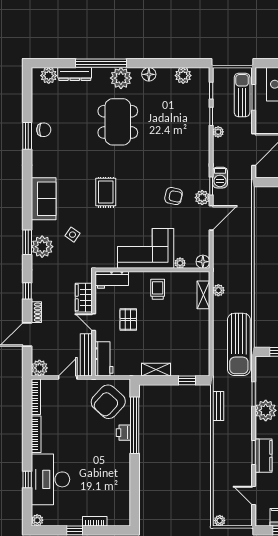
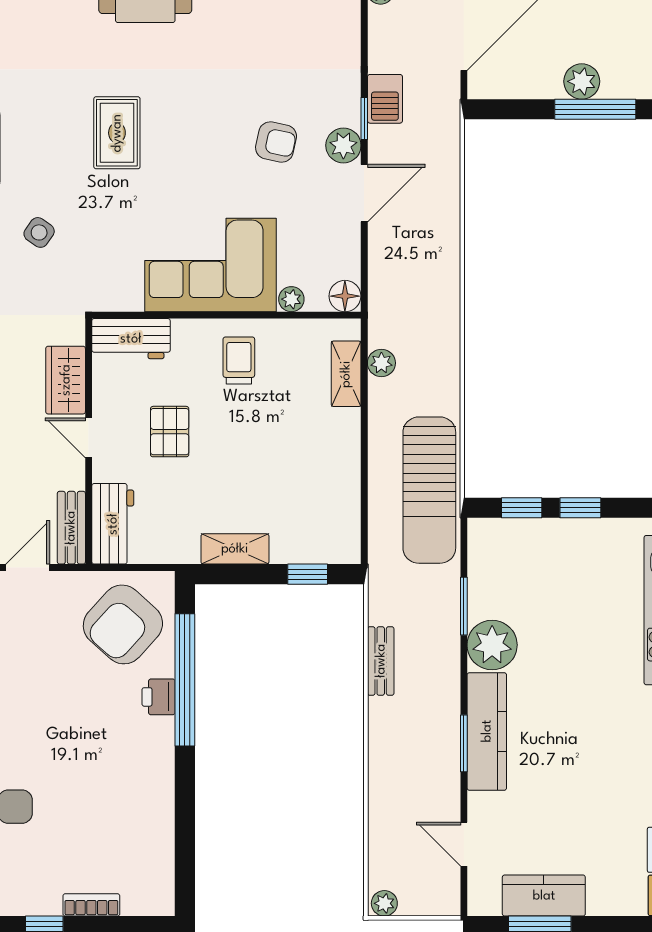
bench: (86, 355) -> (71, 528), width x0.73
bench: (218, 406) -> (381, 661), moved
kitchen counter: (263, 456) -> (487, 731), width x1.50

